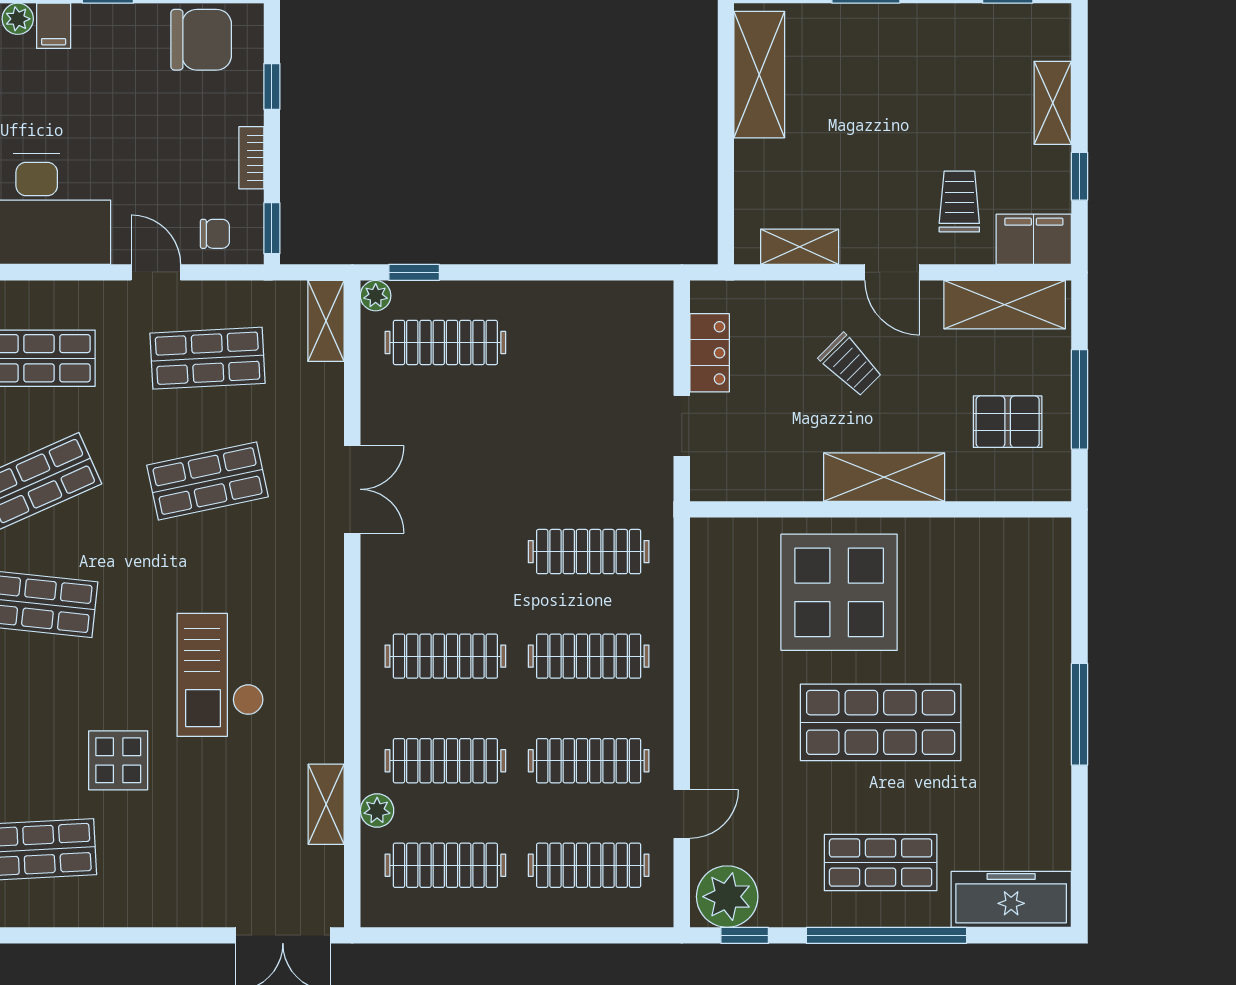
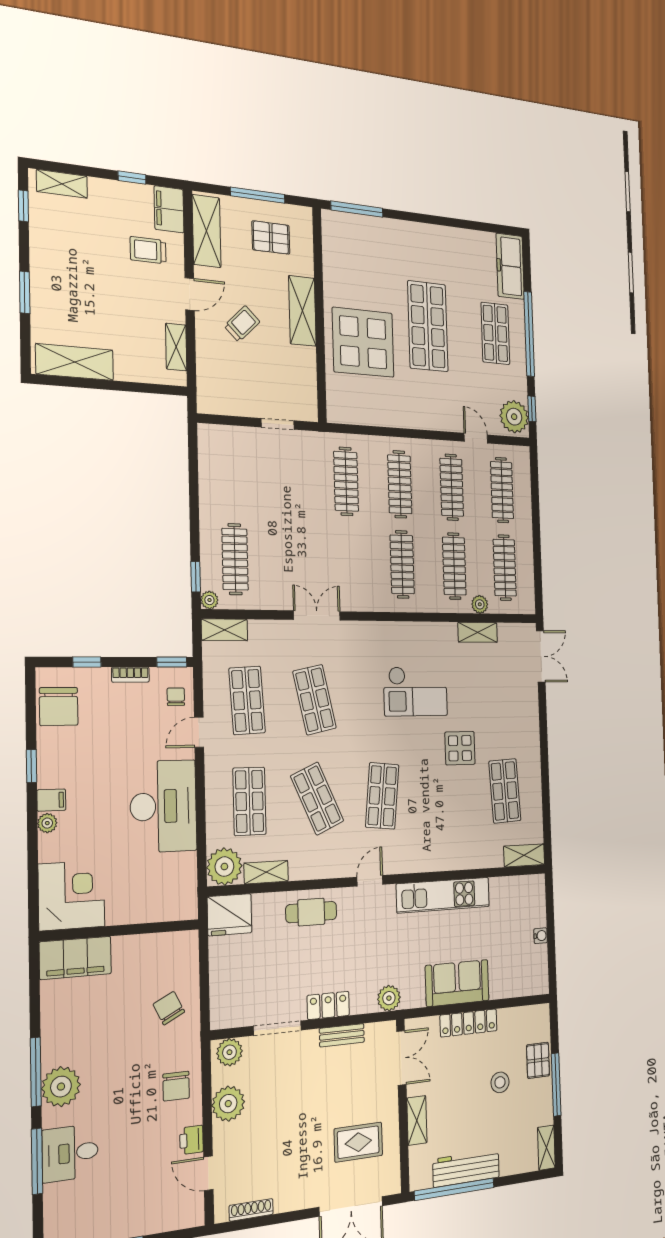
chair: (201, 40) -> (59, 706), turned 180
shelving: (1053, 103) -> (62, 184), moved
locker: (710, 353) -> (237, 405), removed
pallet: (1008, 422) -> (271, 238), turned 90
window: (1080, 714) -> (357, 209), moved

